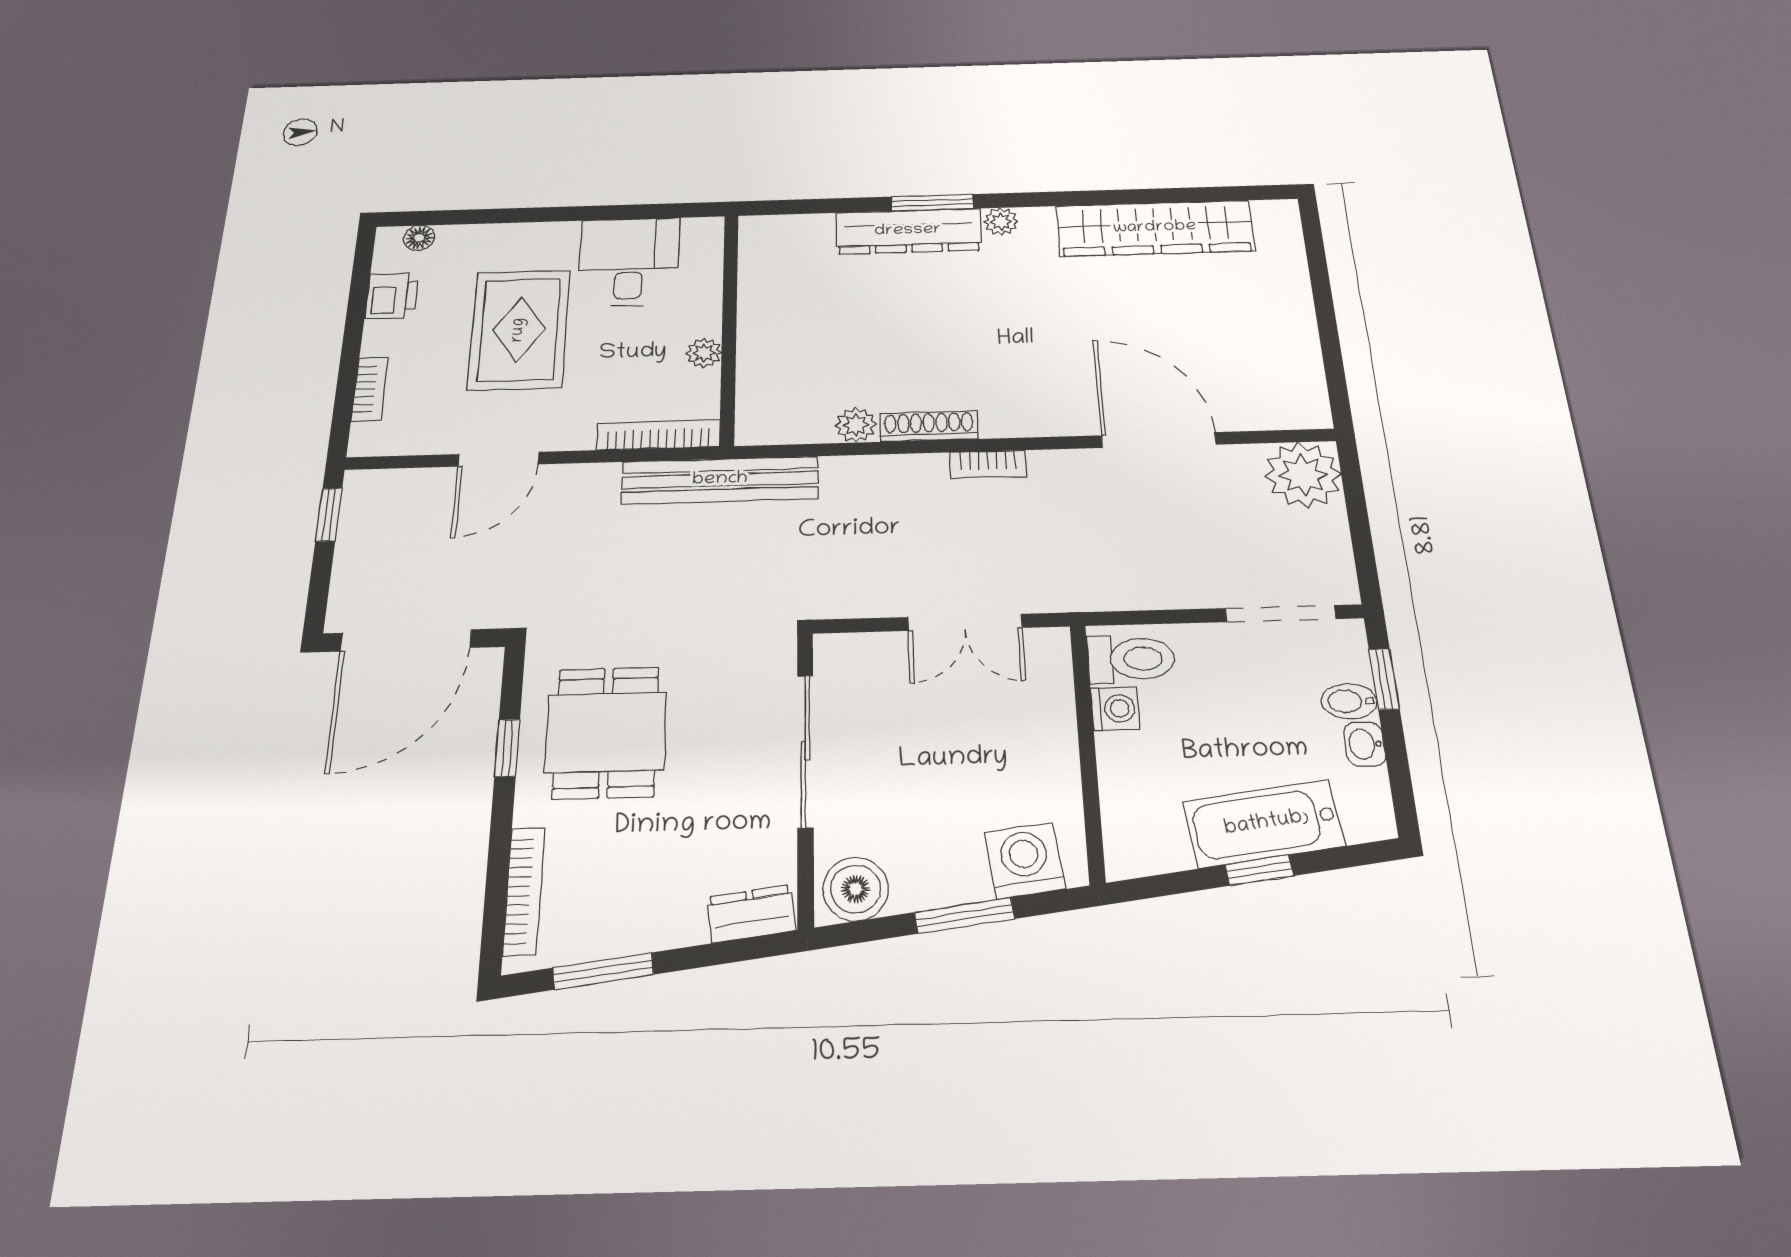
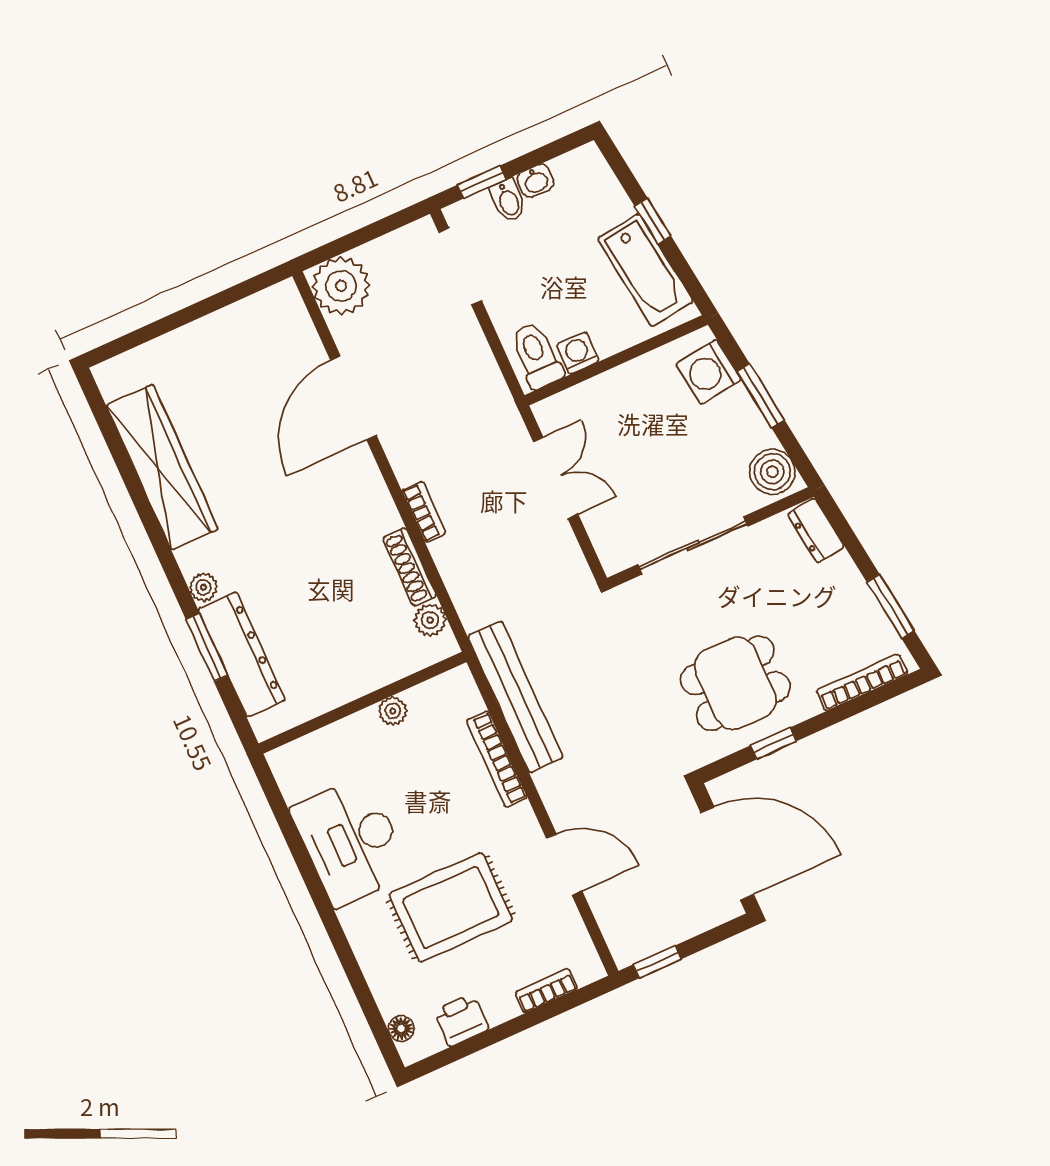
desk: (629, 262) -> (351, 841), width x1.37
wall: (729, 327) -> (363, 703), moved
plant: (704, 353) -> (393, 711), moved
bathtub: (1264, 824) -> (645, 270), moved

